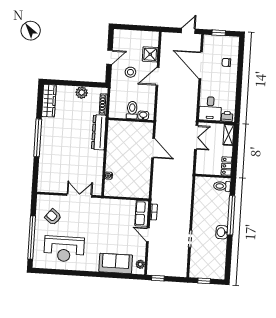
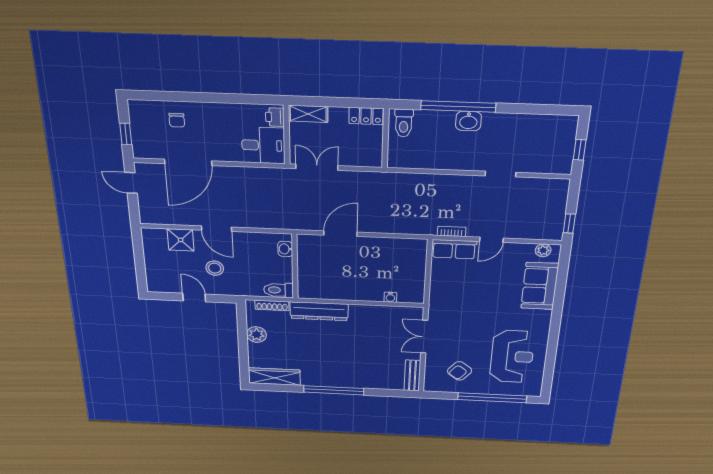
toilet: (132, 110) -> (279, 290), moved
bench: (50, 188) -> (412, 375), added
washbasin: (222, 232) -> (468, 121), moved

